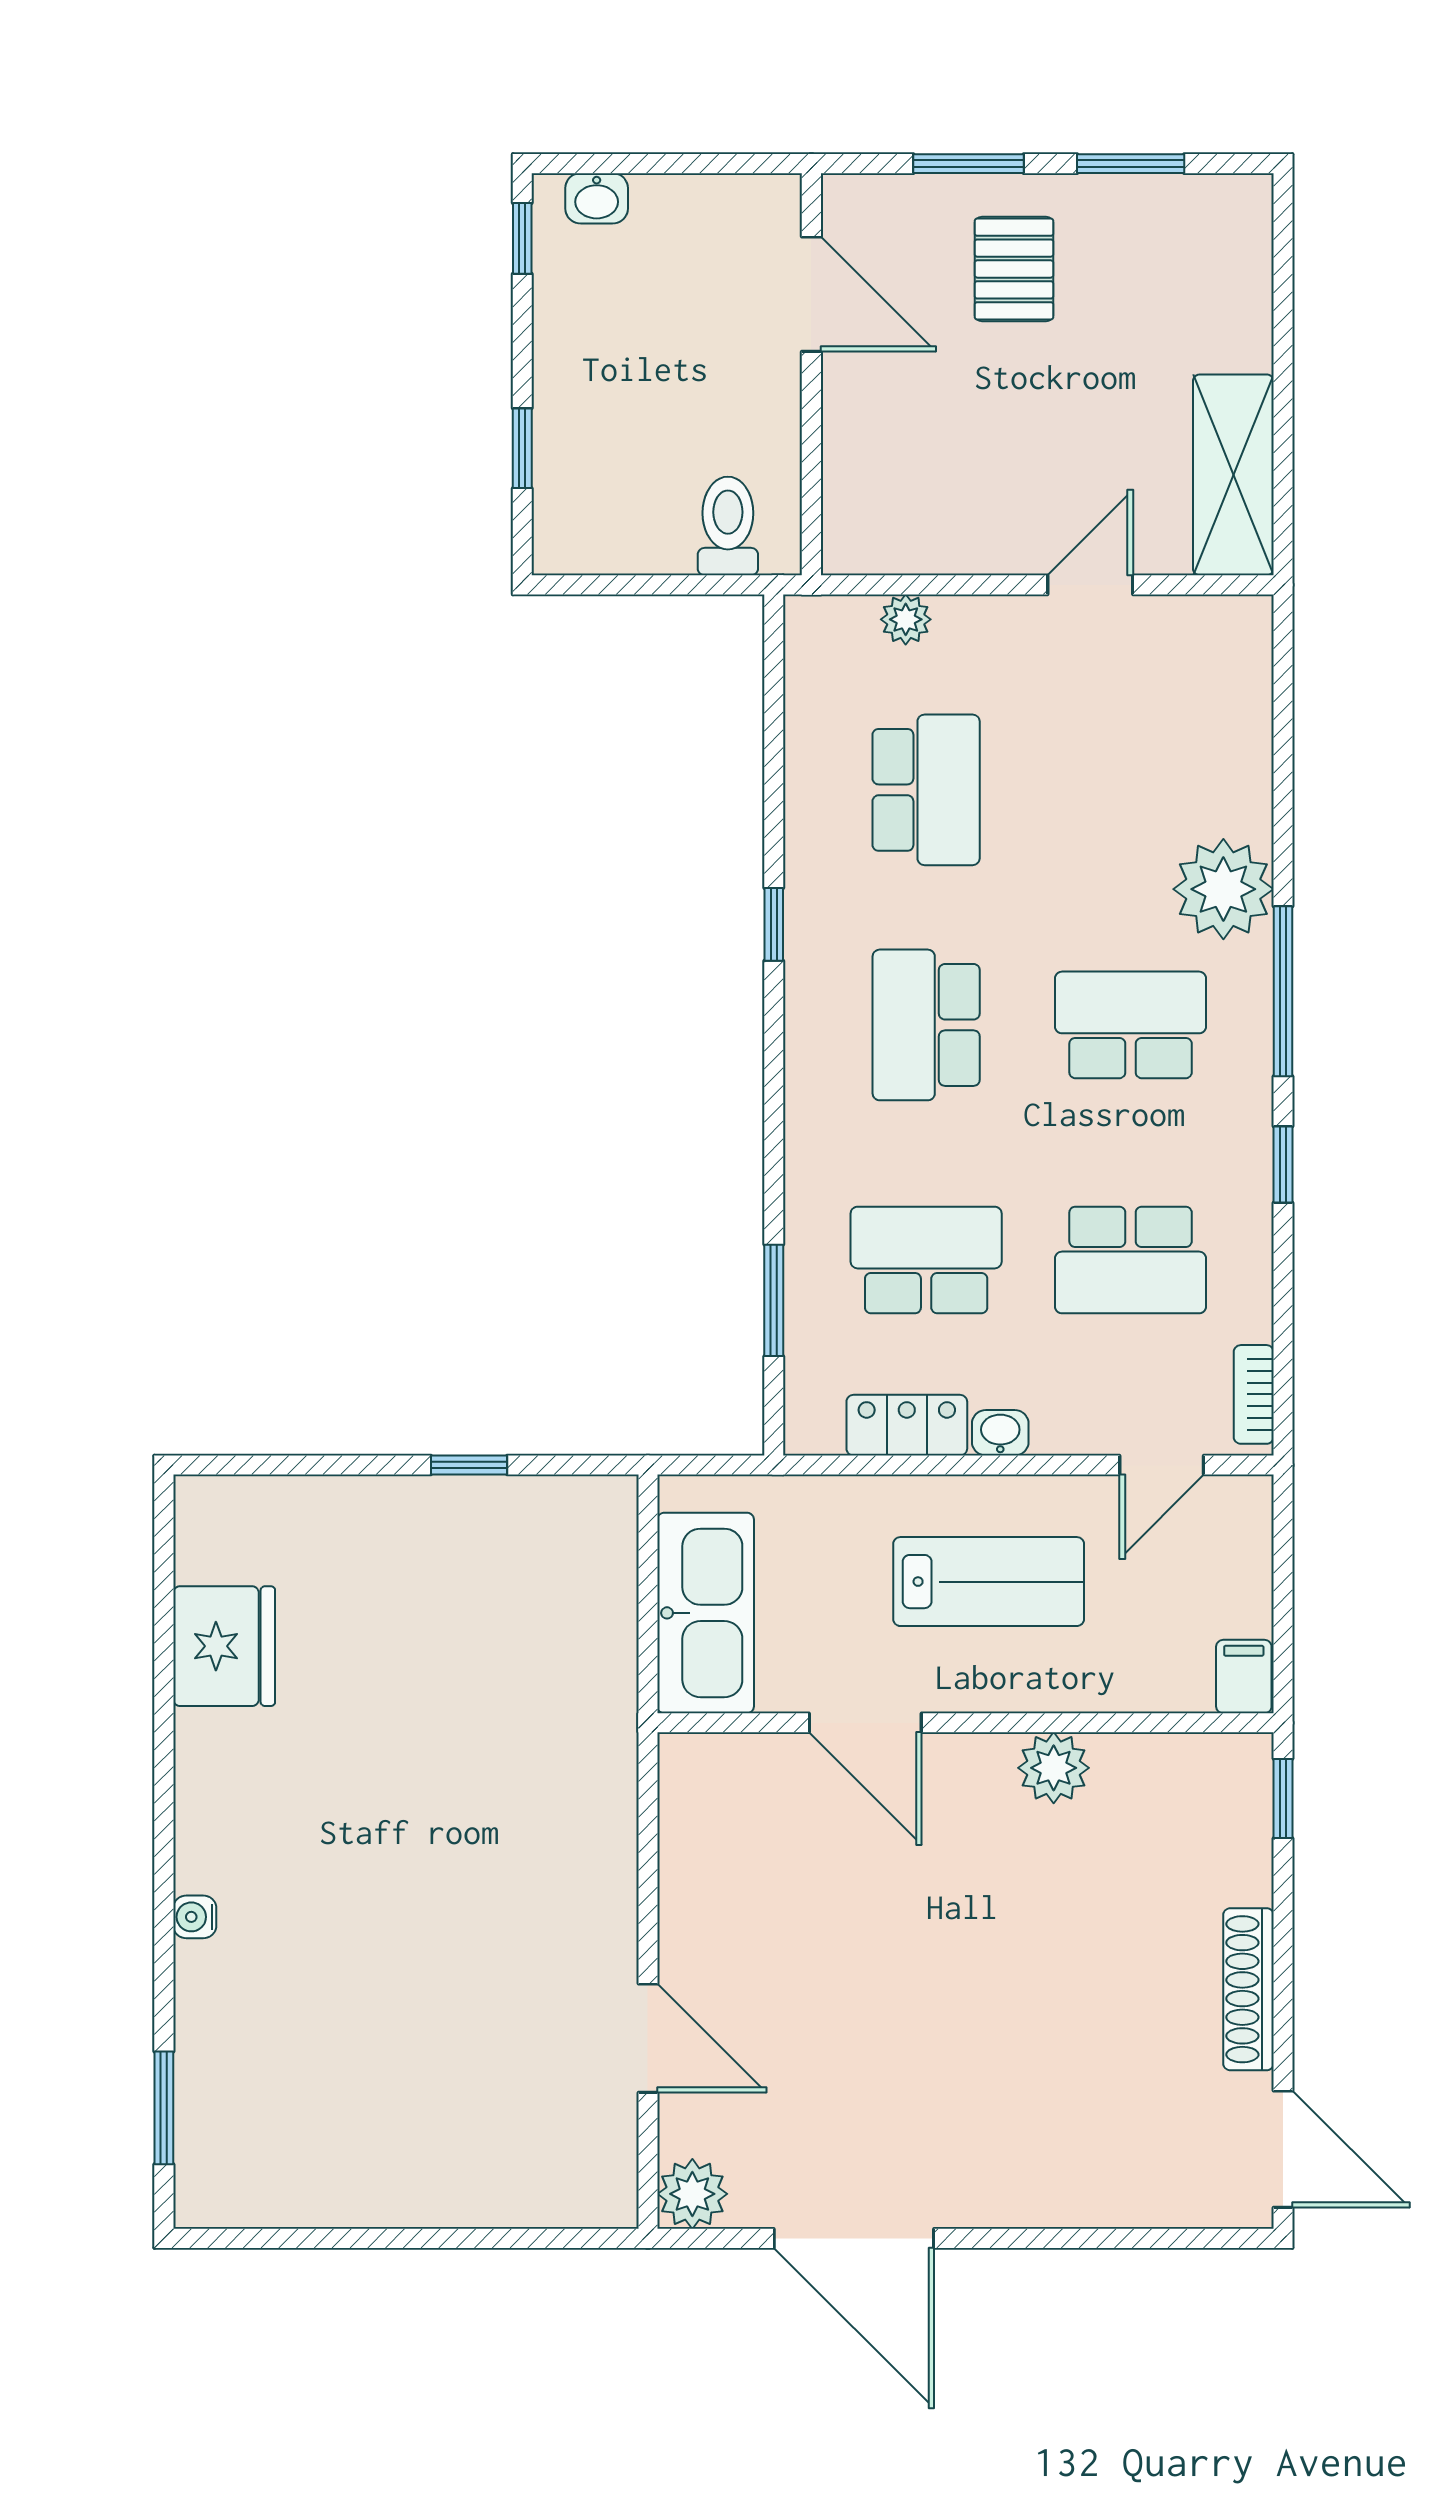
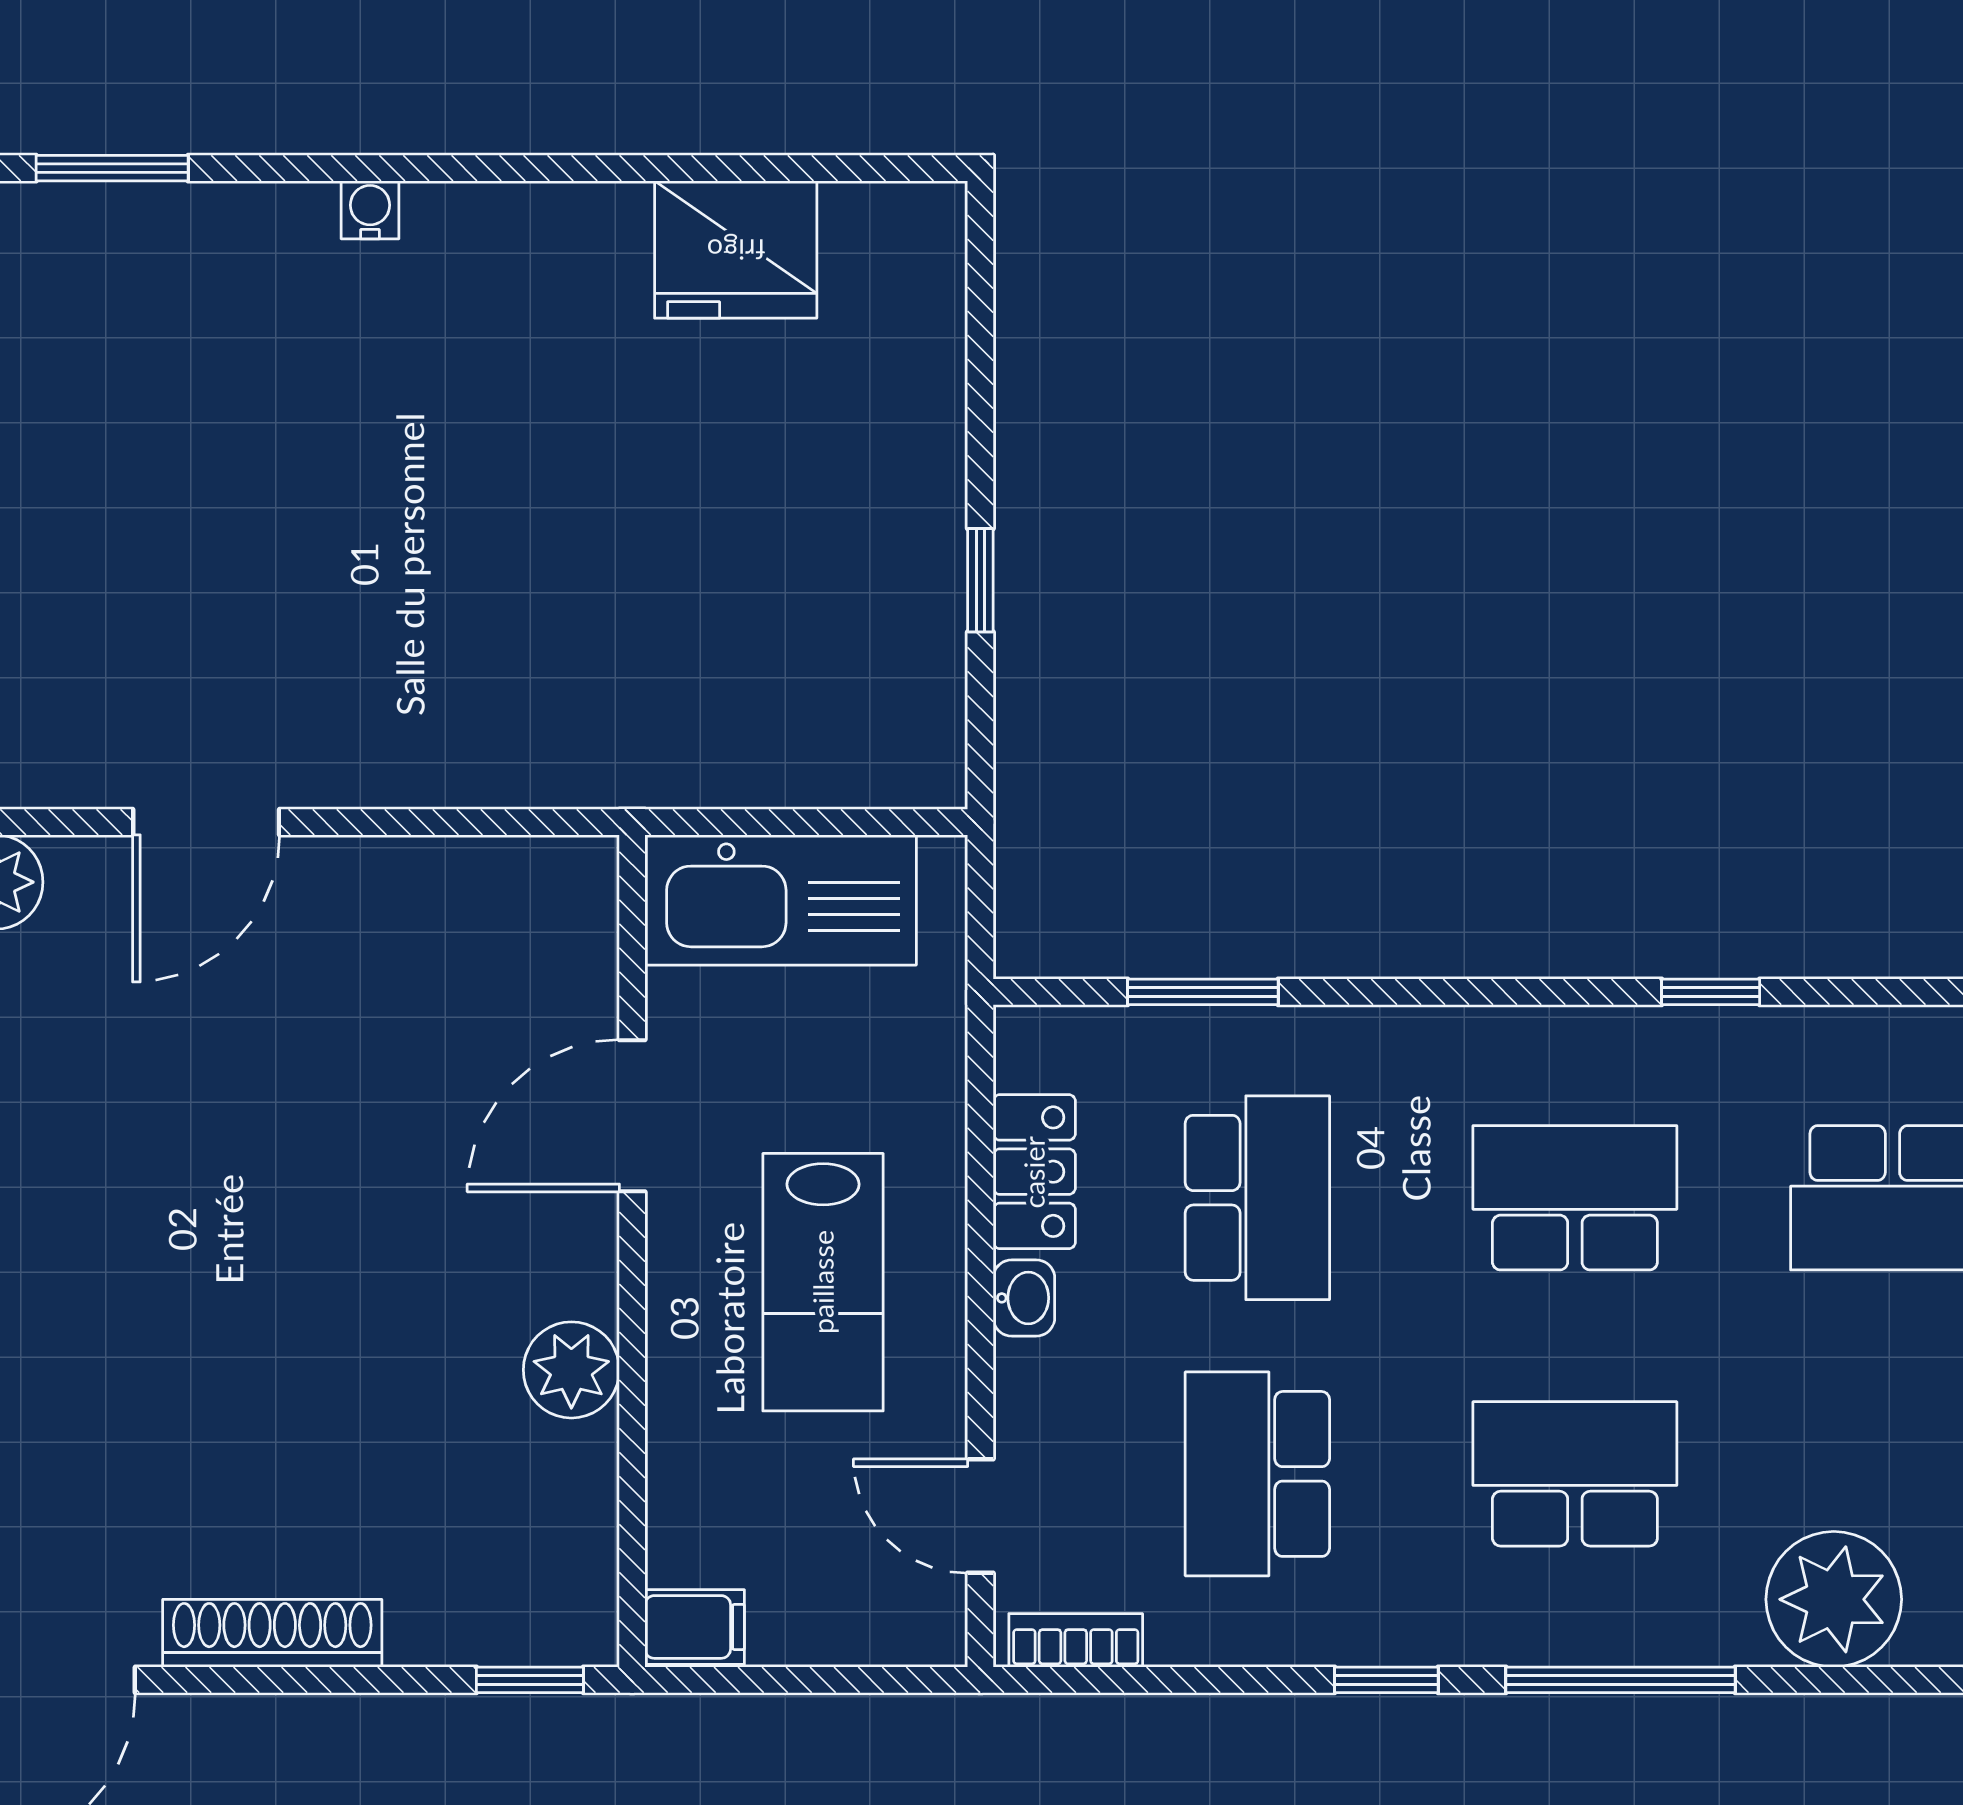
plant: (1223, 889) -> (1834, 1599), moved
school desk: (1131, 1025) -> (1575, 1474), turned -90

